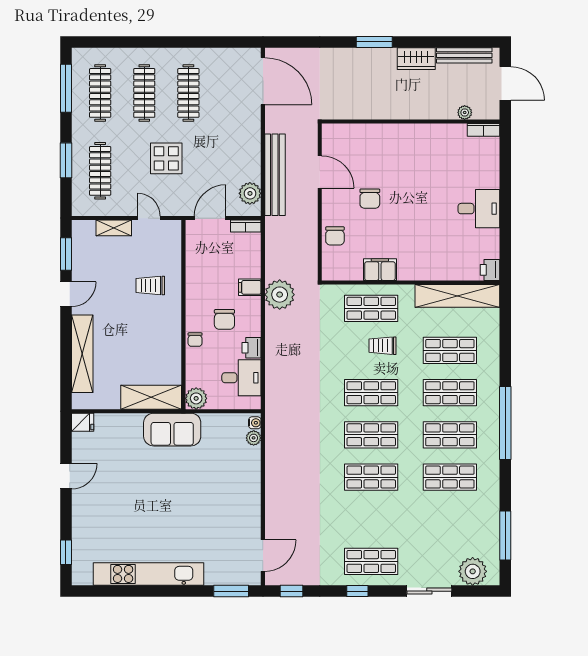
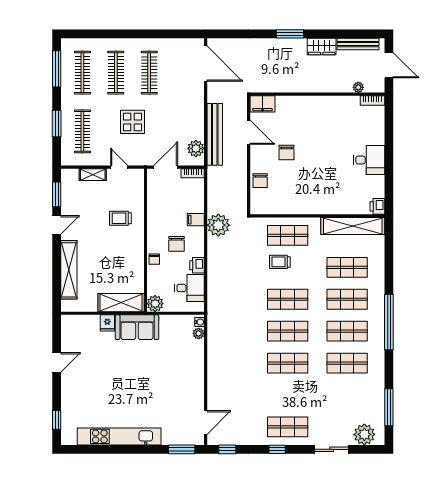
filing cabinet: (380, 270) -> (262, 104), moved, turned 180
trolley: (382, 346) -> (280, 262), moved
fridge: (83, 422) -> (107, 323), moved, turned 90

